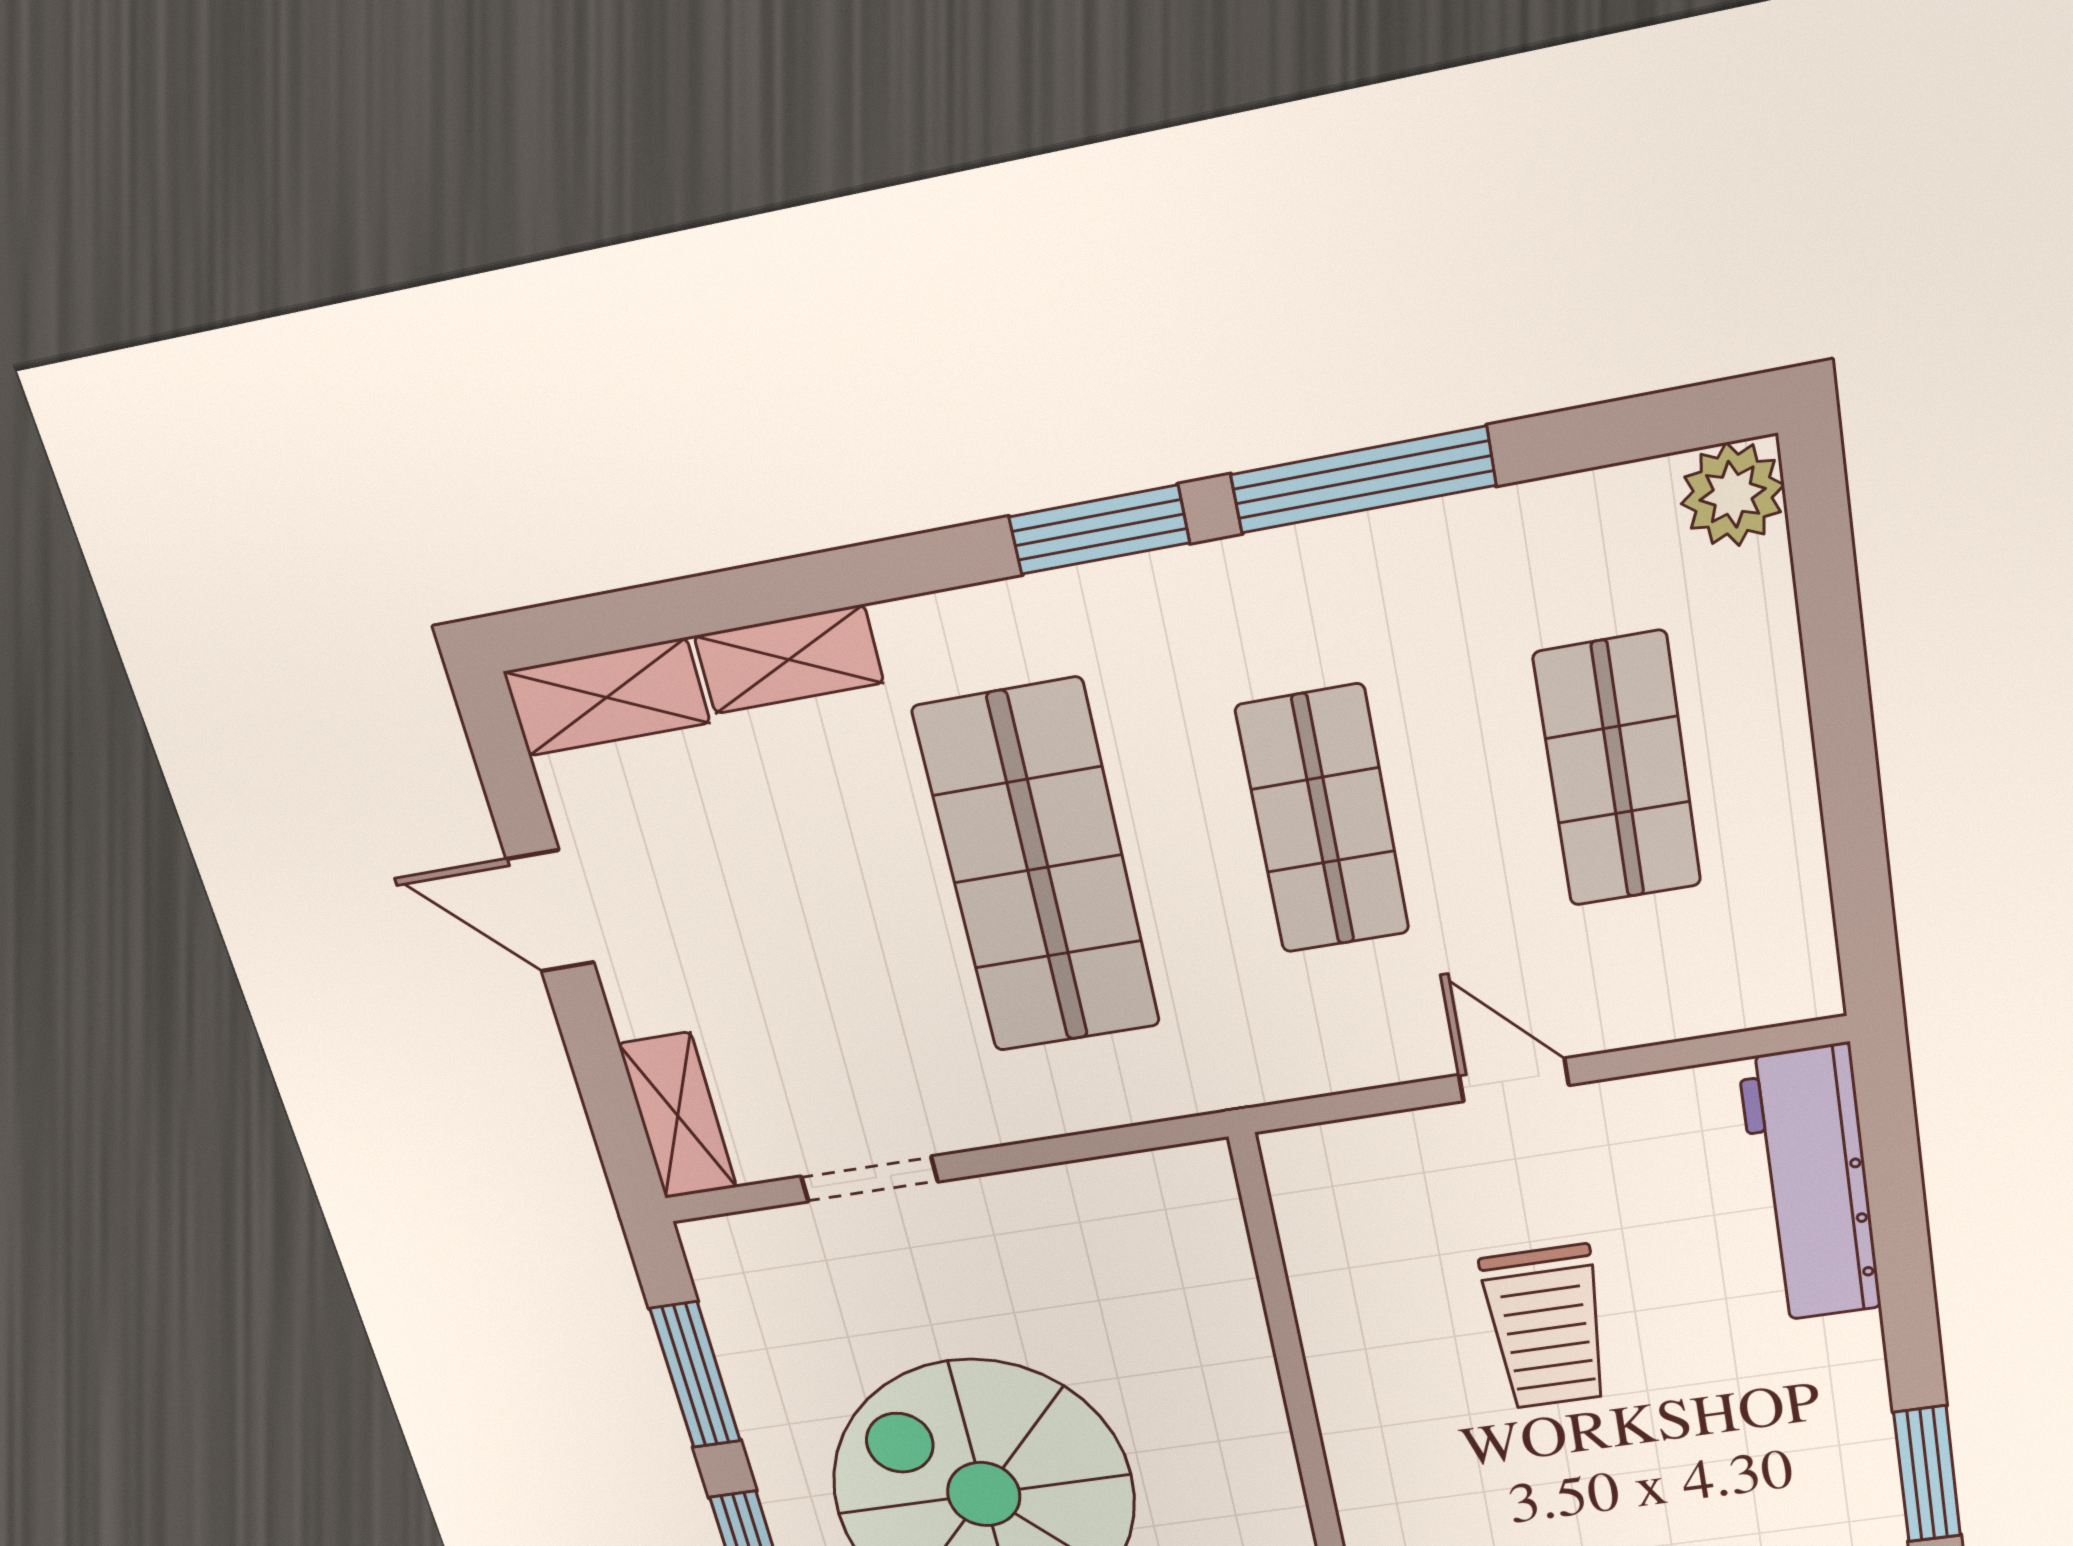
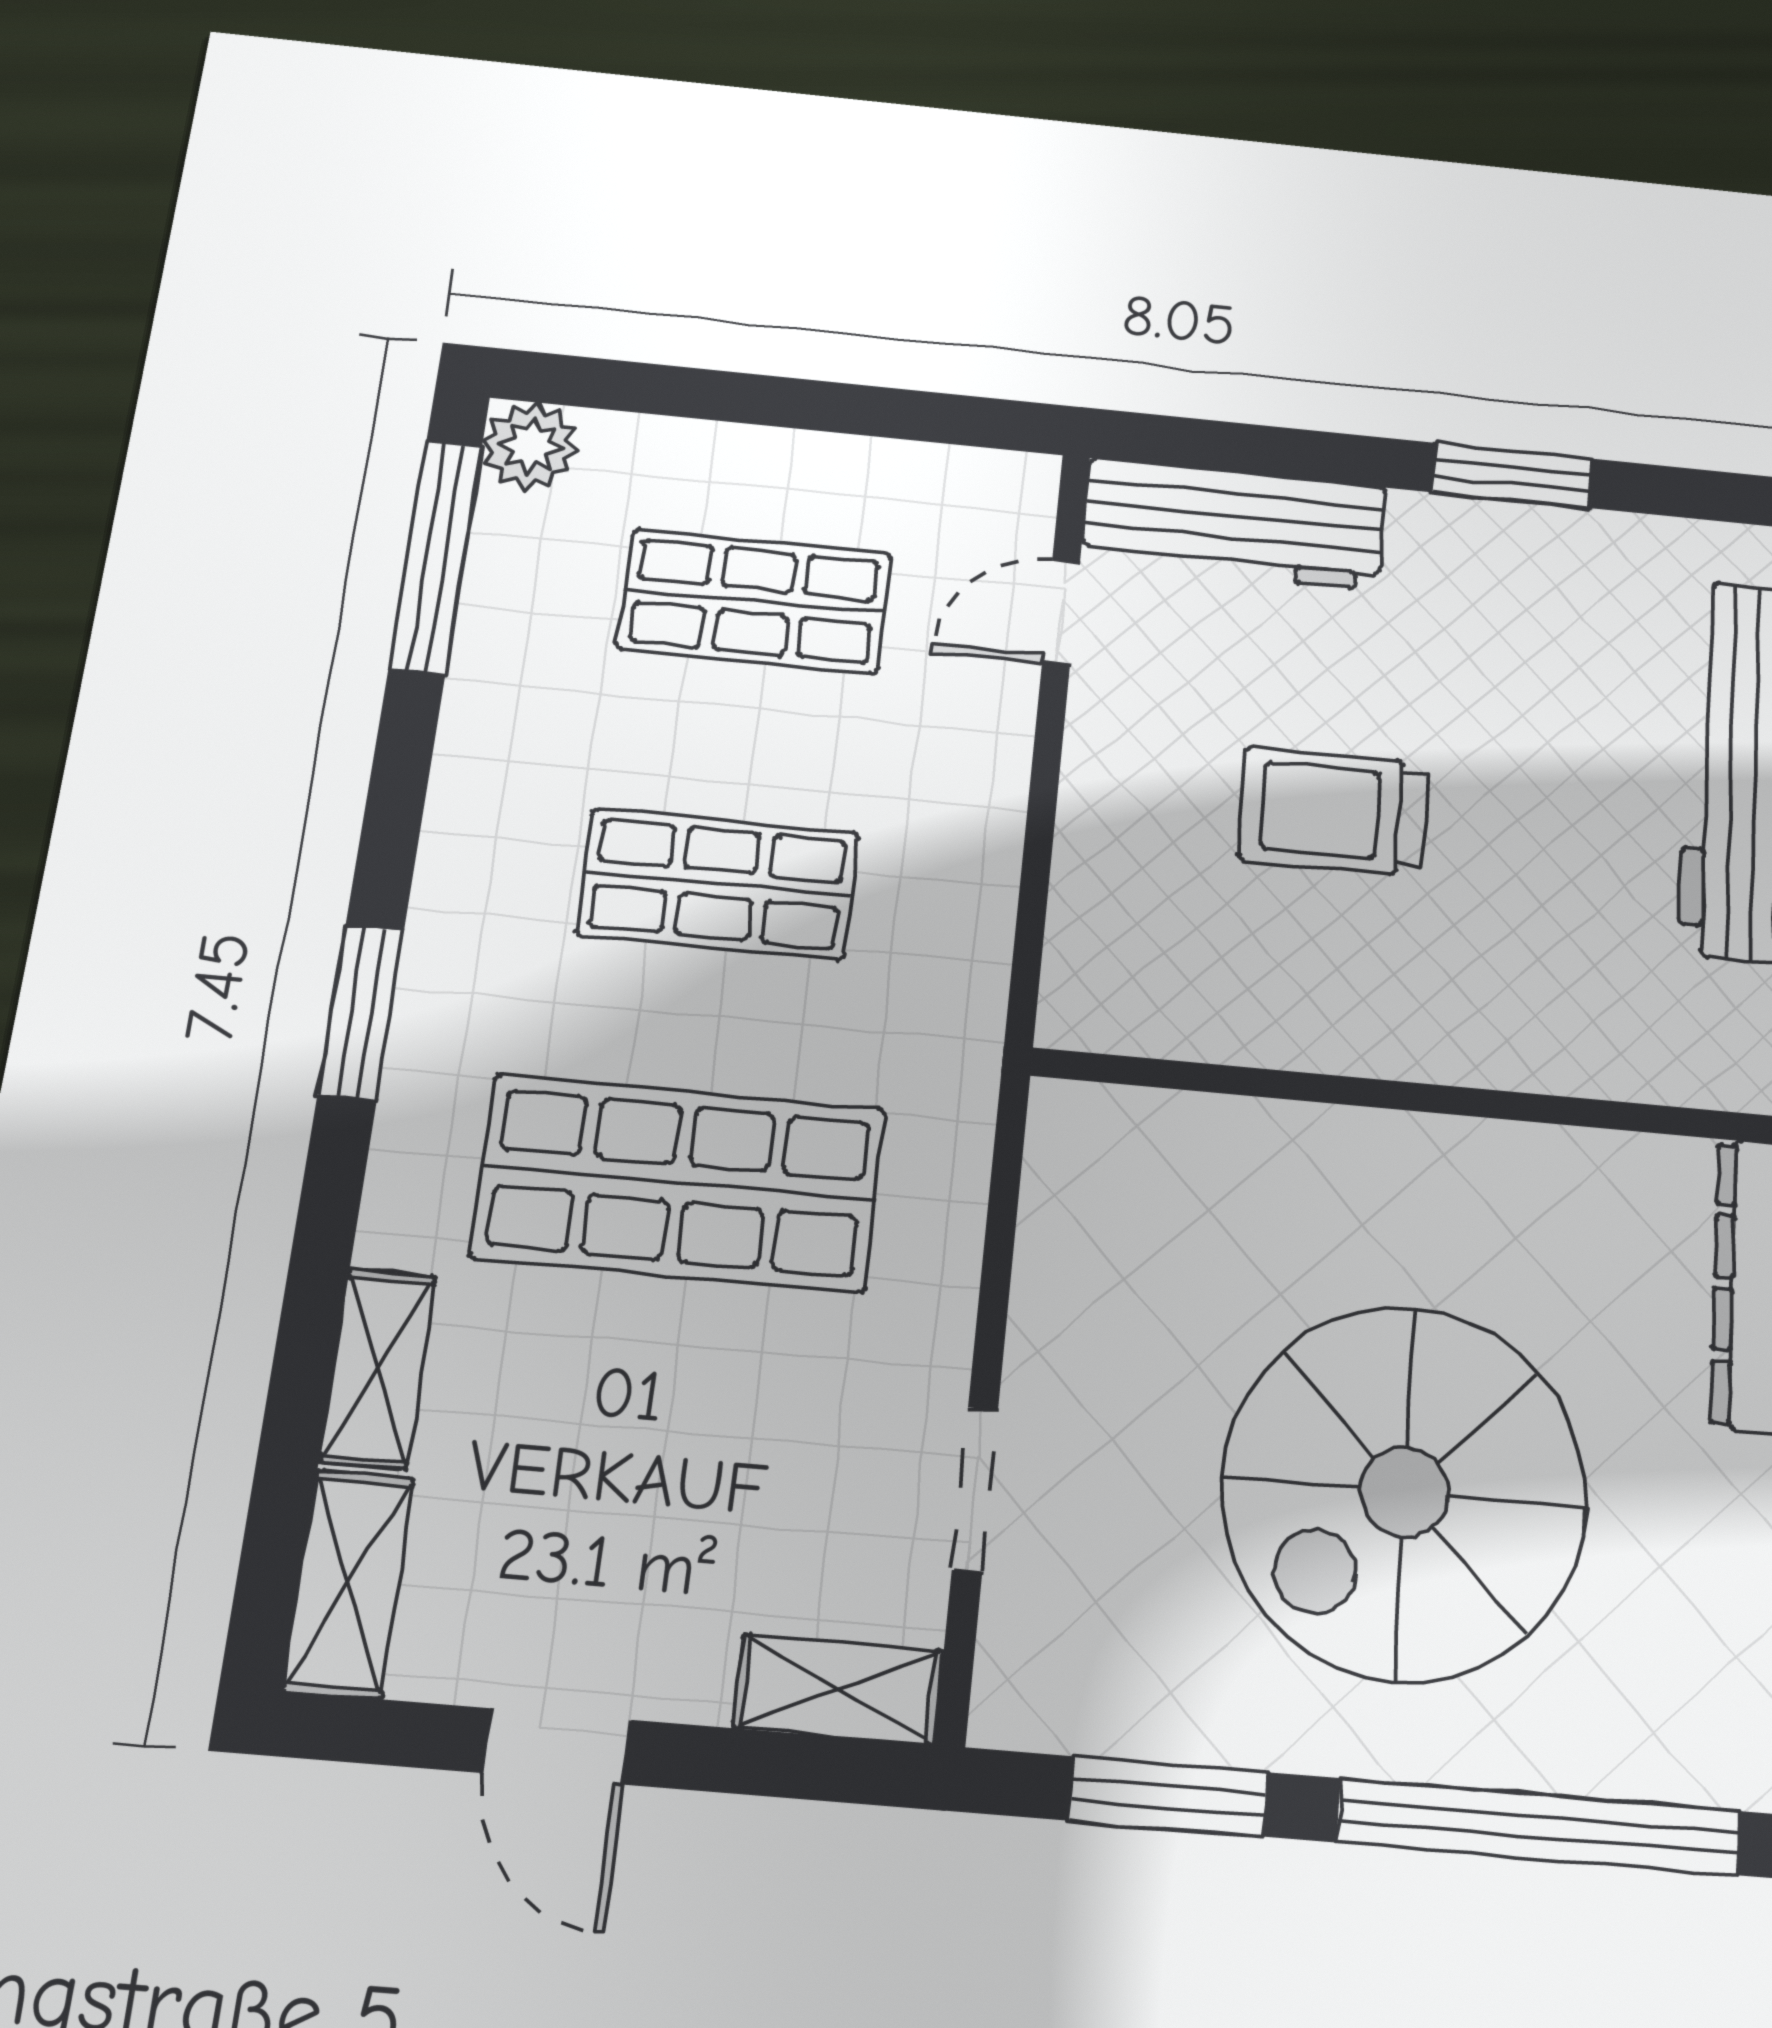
window: (1363, 480) -> (436, 557), moved
door: (550, 911) -> (557, 1746), hinge flipped
door: (1514, 1080) -> (1061, 612), moved
trolley: (1546, 1327) -> (1333, 811), turned 180
window: (1927, 1474) -> (1512, 475), moved

